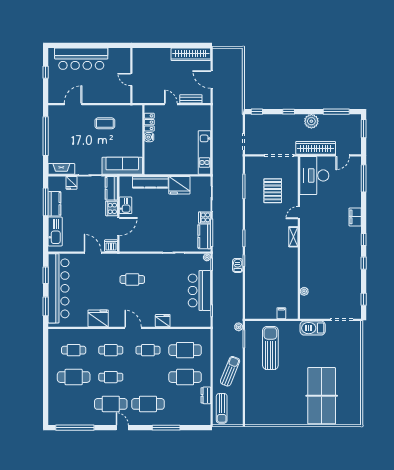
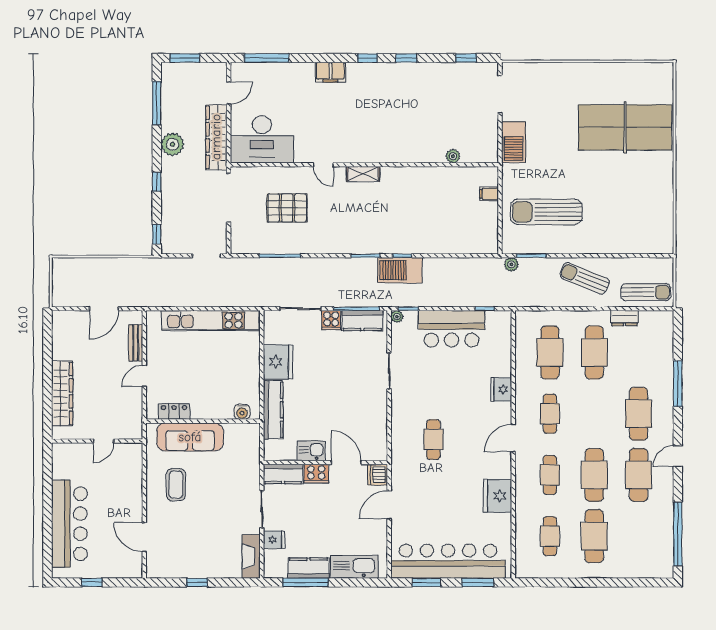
wardrobe: (191, 54) -> (62, 393), moved
window: (46, 136) -> (197, 582), width x0.32
water cooler: (149, 137) -> (242, 412), moved
kitchen unit: (204, 152) -> (211, 320), width x1.36
door: (343, 155) -> (229, 93), hinge flipped
sofa: (122, 166) -> (190, 437), moved, turned -90
barbecue: (238, 265) -> (400, 270), width x1.88, depth x1.53
cafe table: (111, 377) -> (594, 475), width x1.37, depth x1.35

